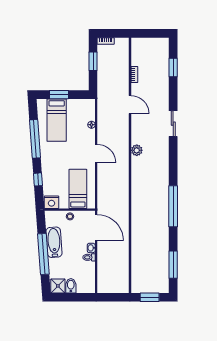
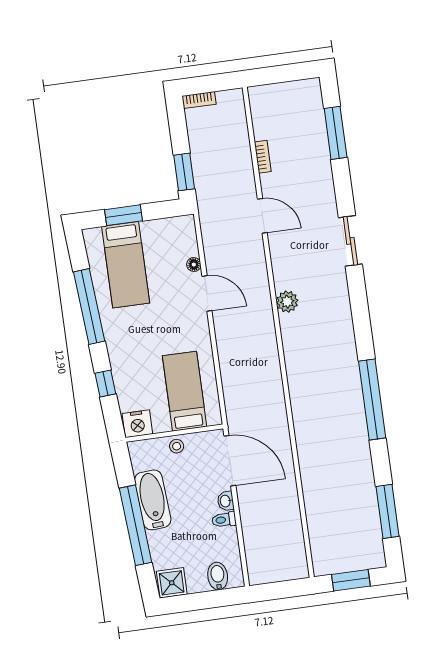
window: (93, 61) -> (184, 172), moved
window: (173, 67) -> (336, 133), width x1.44
door: (96, 153) -> (207, 293), moved
bidet: (71, 286) -> (218, 576), moved

